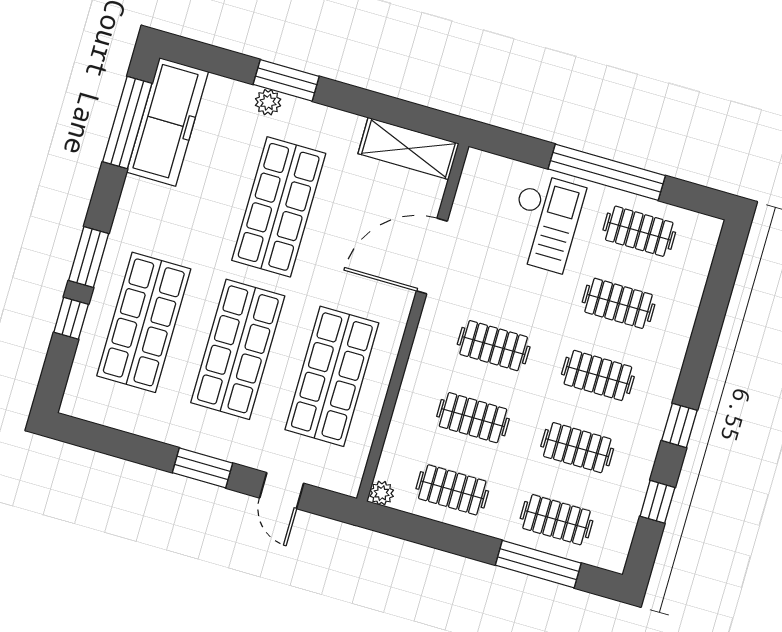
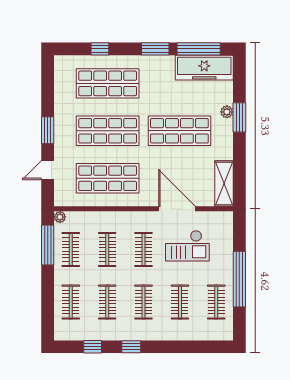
checkout: (544, 222) -> (187, 246), moved
window: (89, 257) -> (155, 49), moved
window: (538, 564) -> (48, 245), moved

